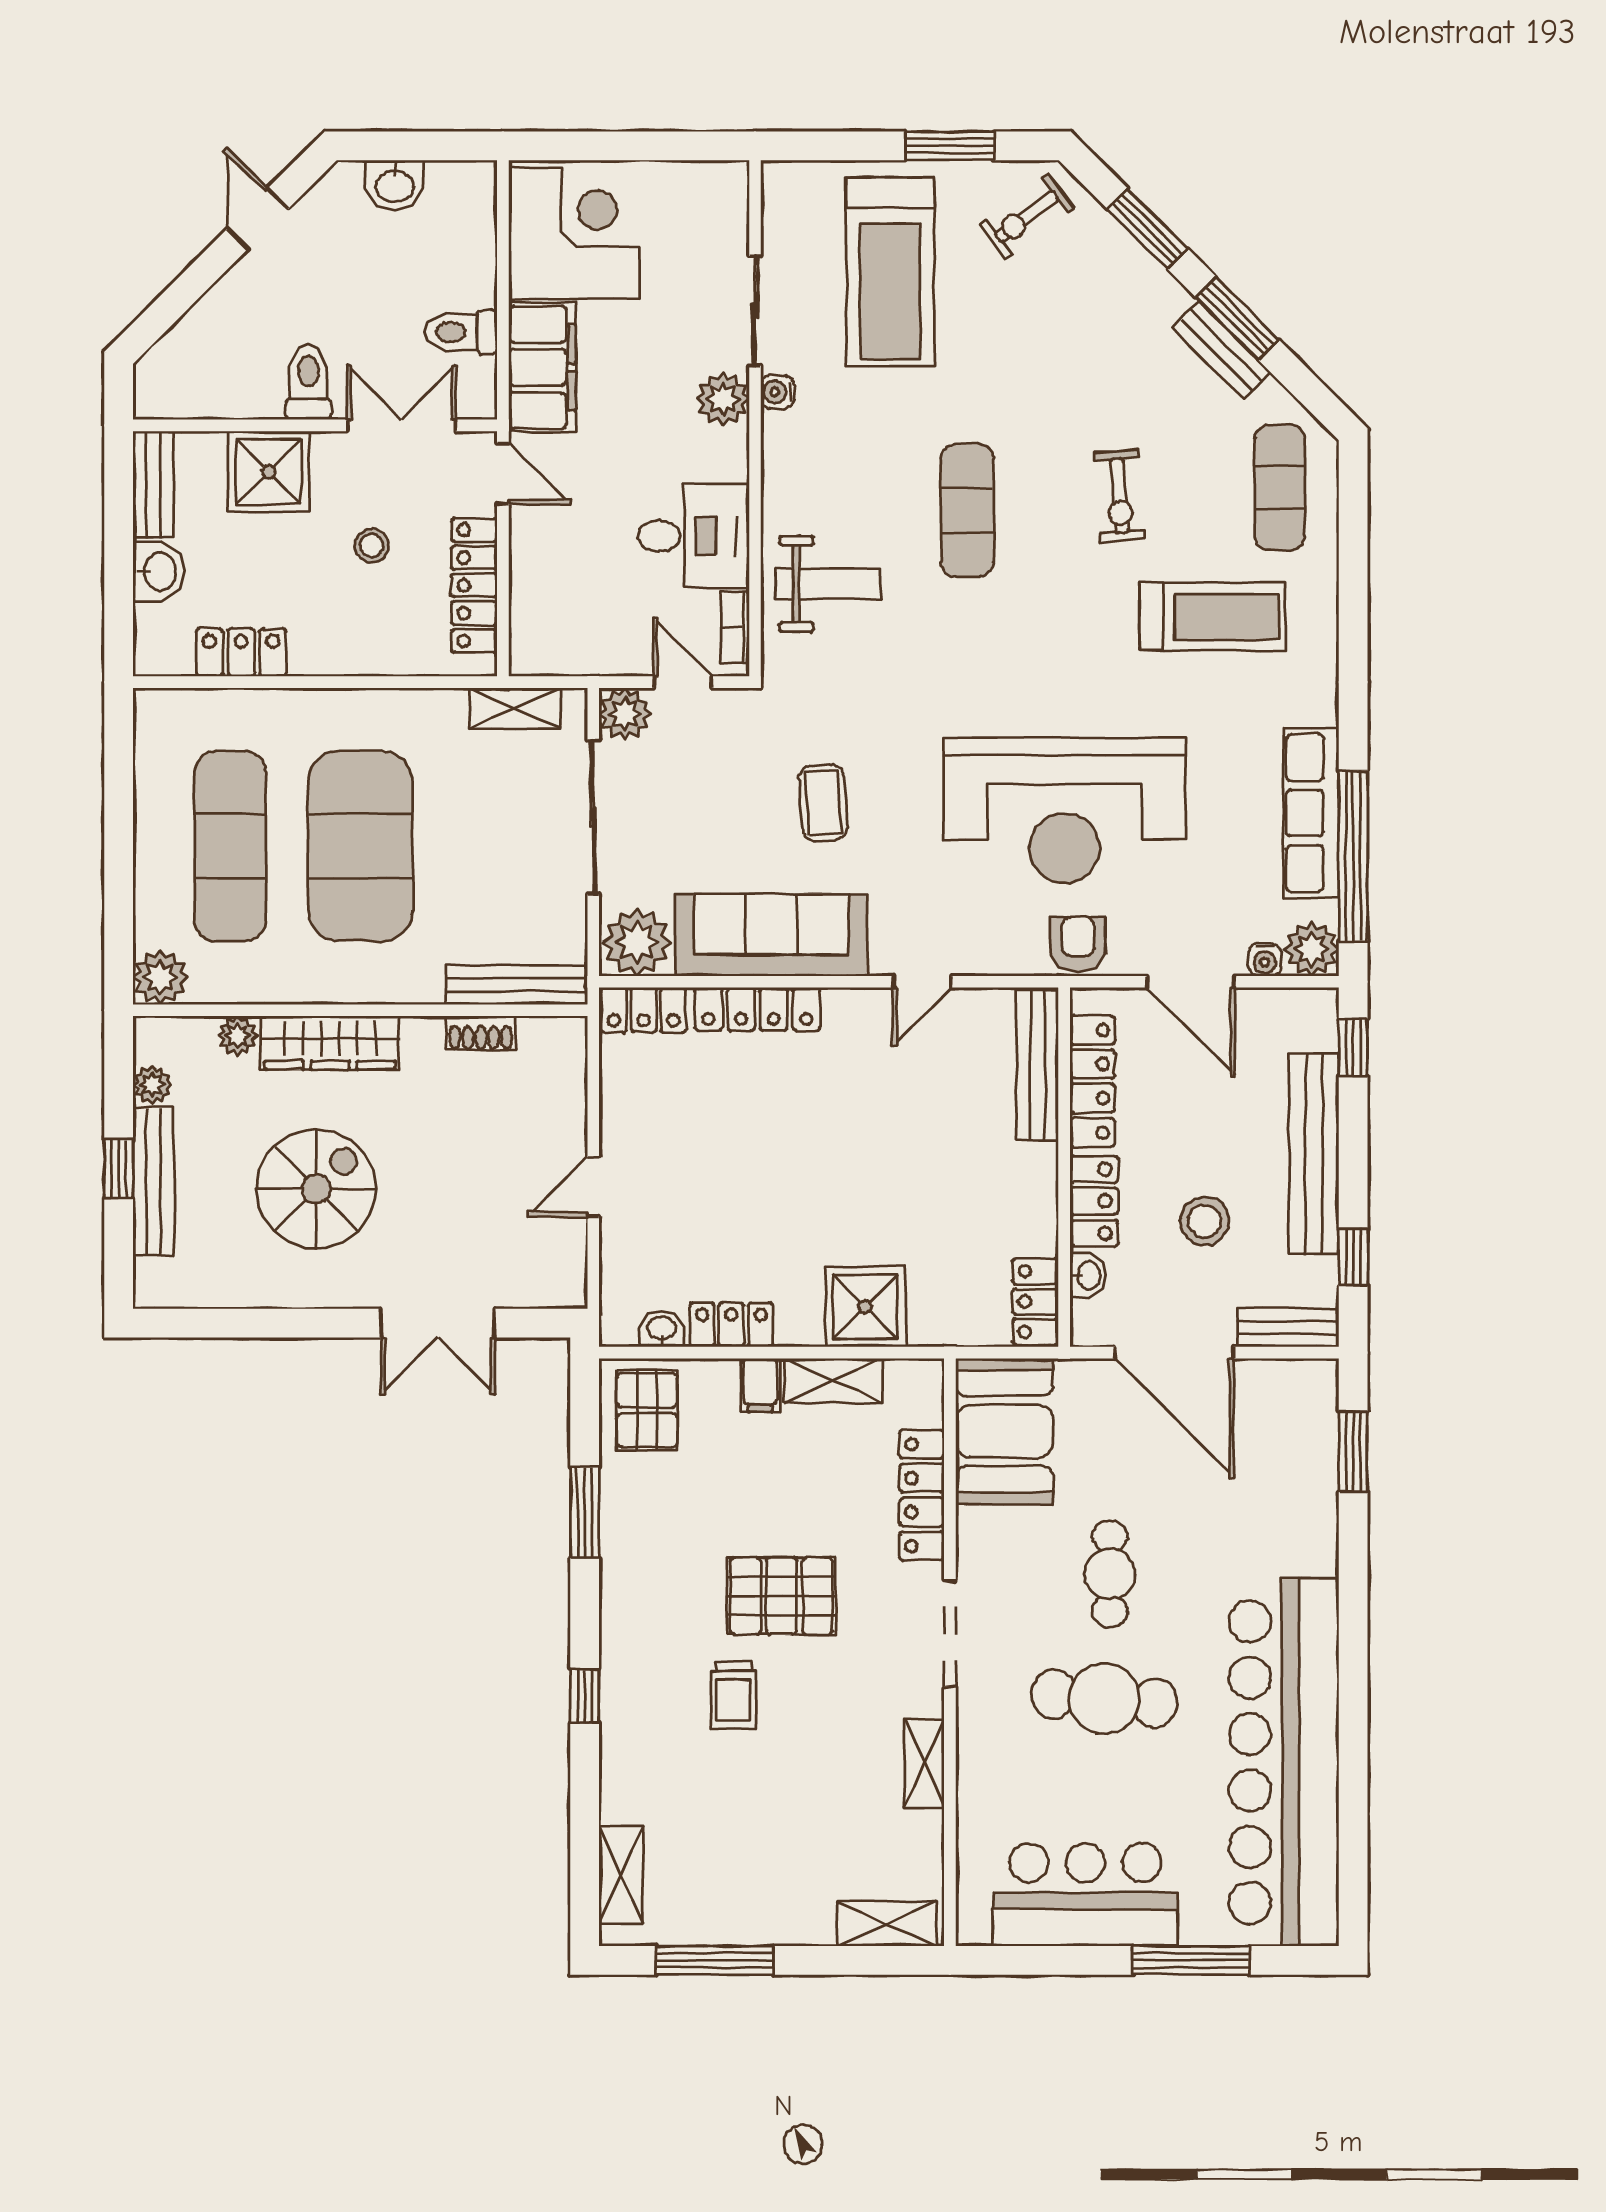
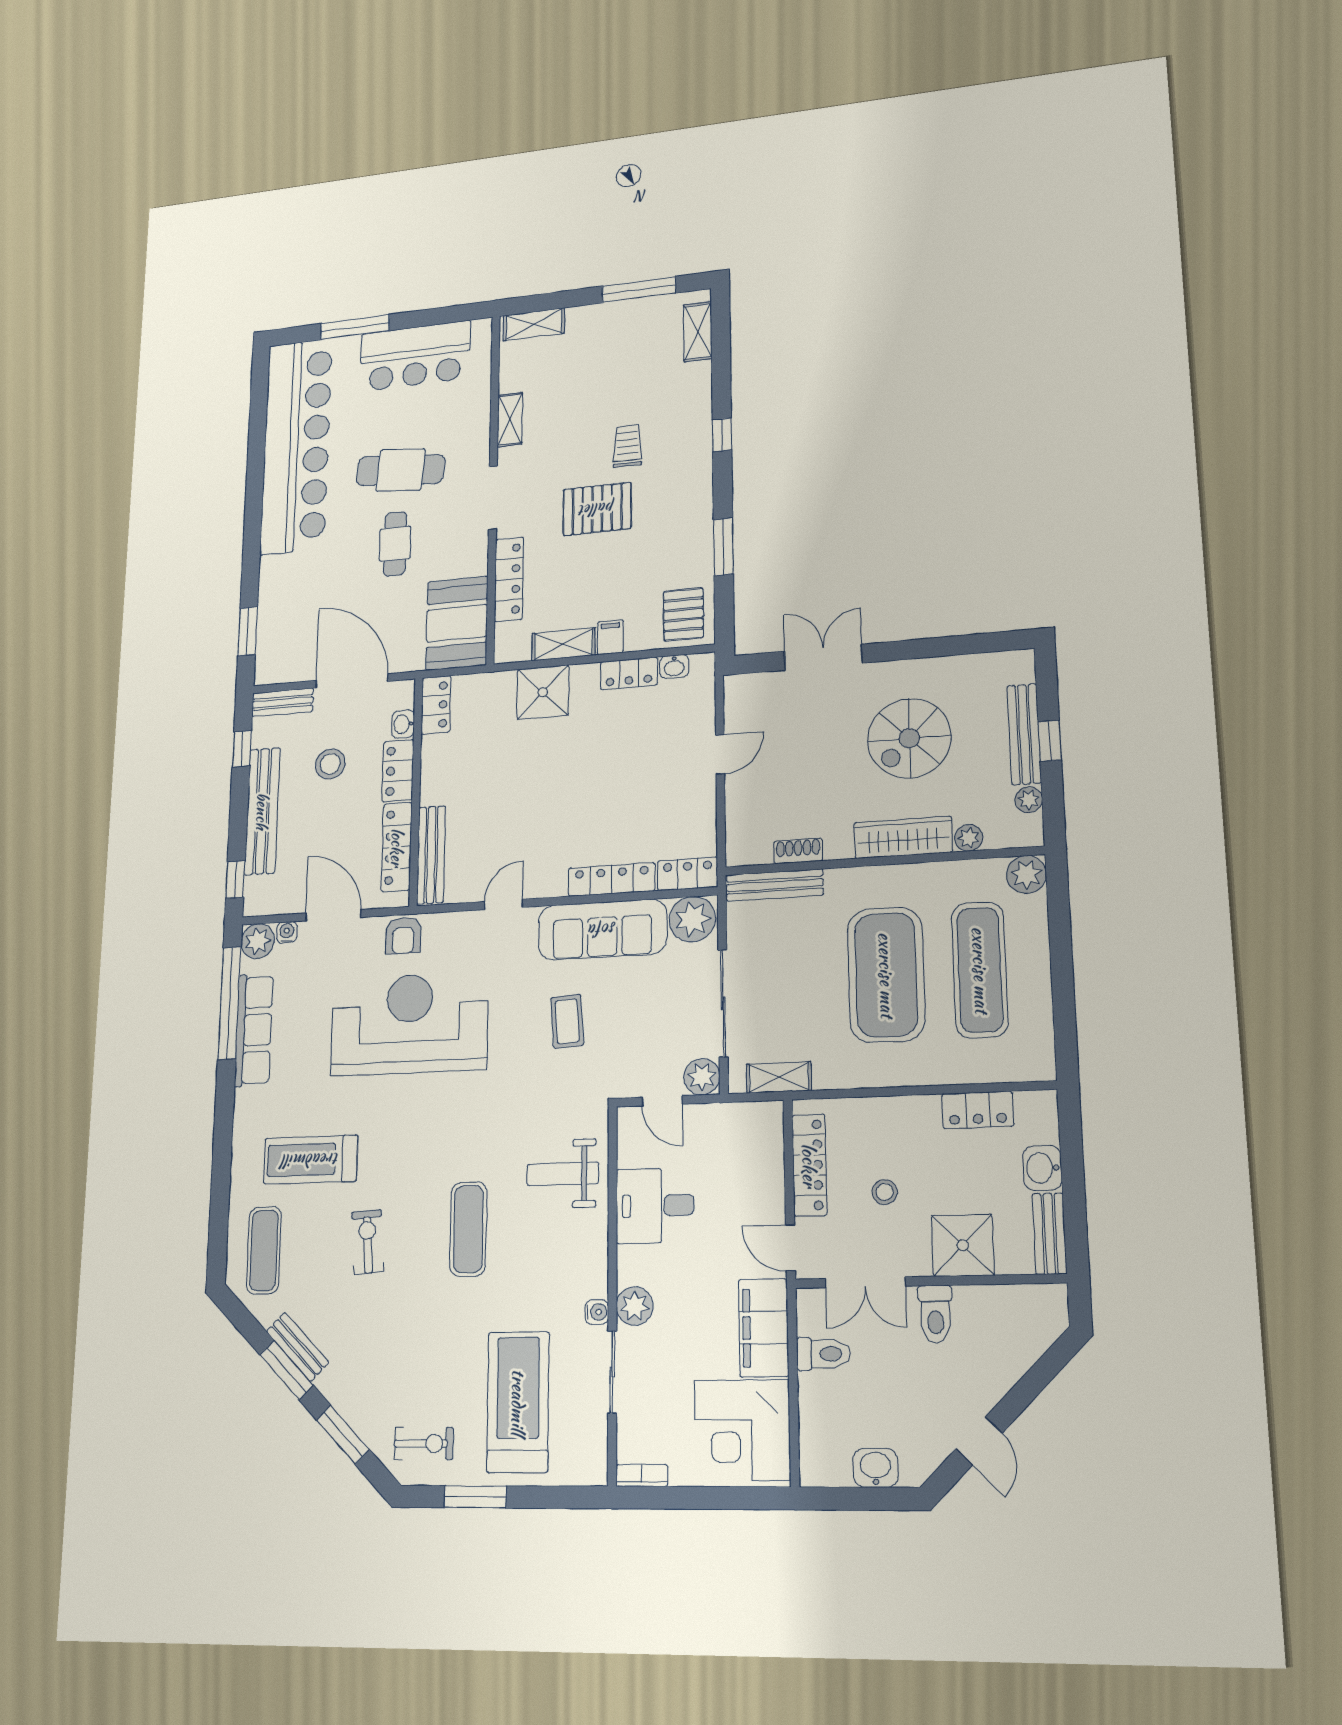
exercise bike: (1027, 216) -> (424, 1444), turned 37
bookcase: (735, 627) -> (642, 1475), moved, turned -90

